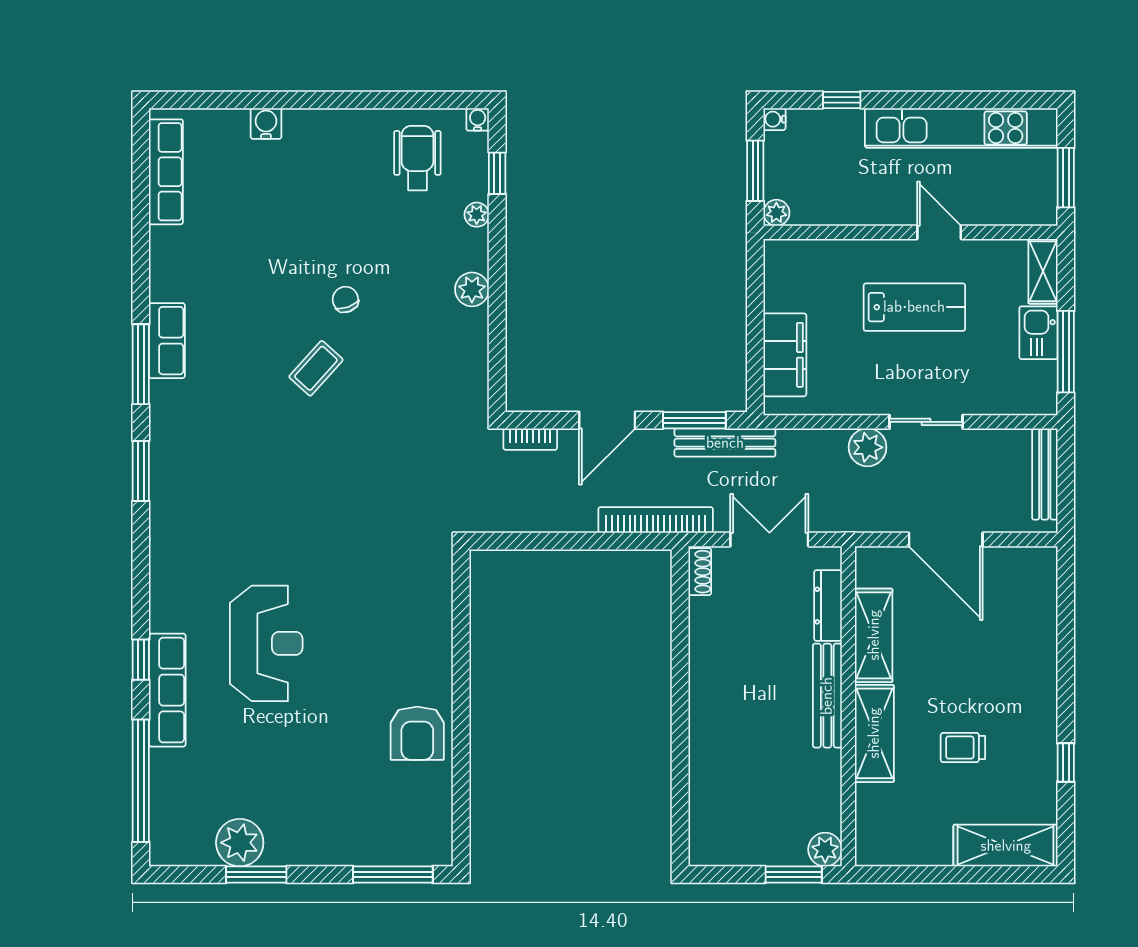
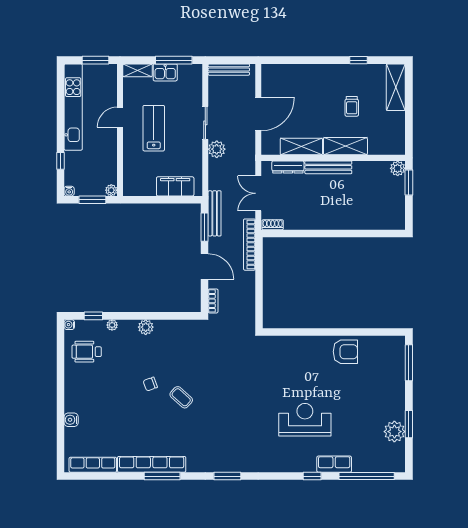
row of seats: (167, 341) -> (152, 464), width x2.02
window: (141, 364) -> (162, 476), moved
row of seats: (167, 690) -> (334, 464), width x0.68

